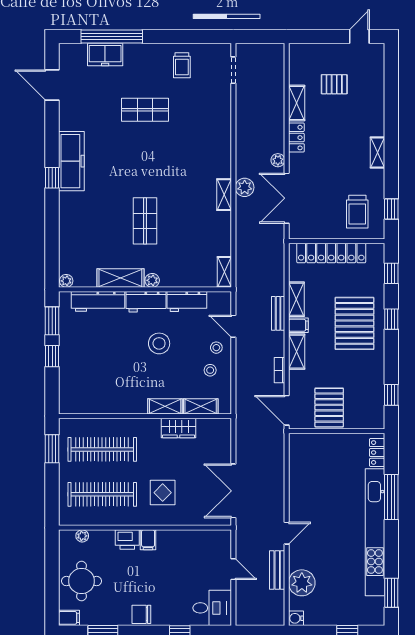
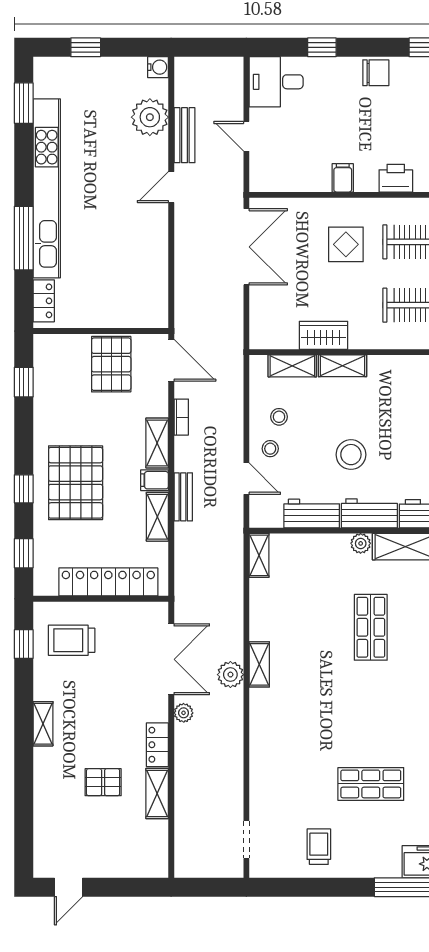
pallet: (334, 84) -> (103, 782), moved
trolley: (357, 212) -> (72, 640), turned -90
filing cabinet: (148, 540) -> (343, 178), moved

